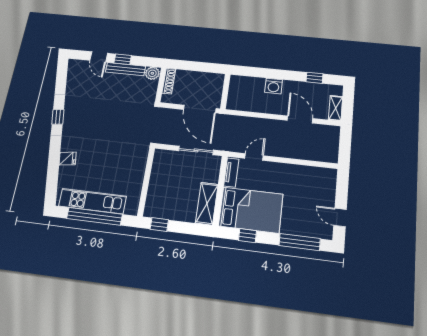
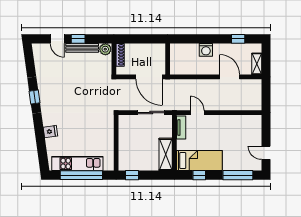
door: (254, 157) -> (197, 113), hinge flipped
bed: (251, 210) -> (199, 161), width x0.67

